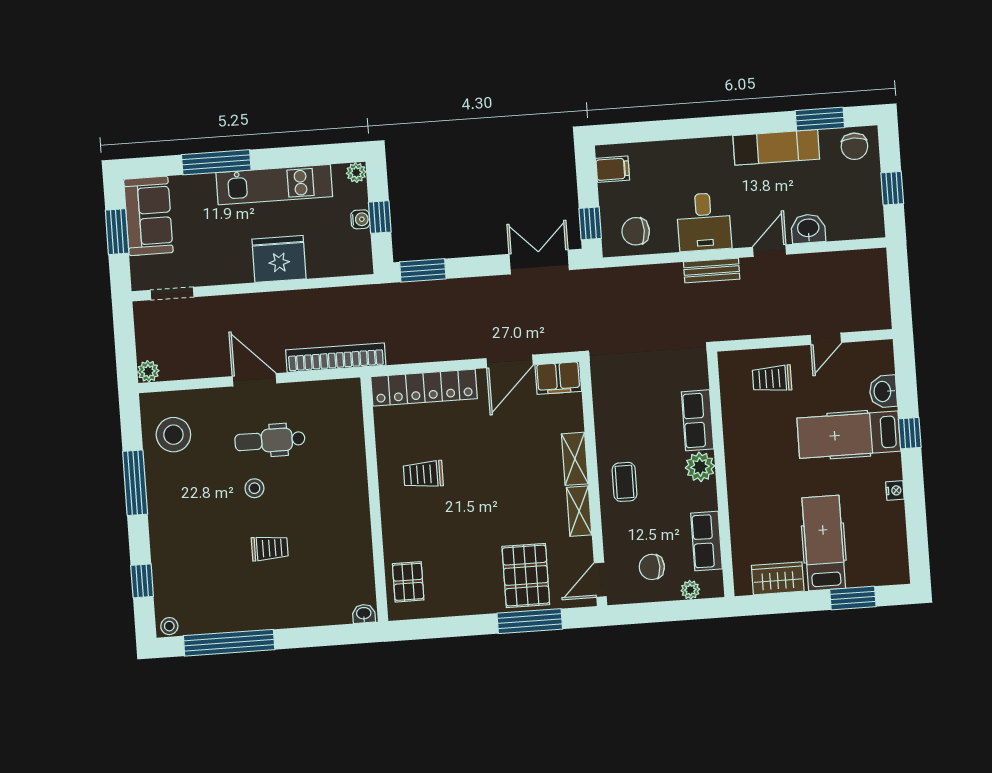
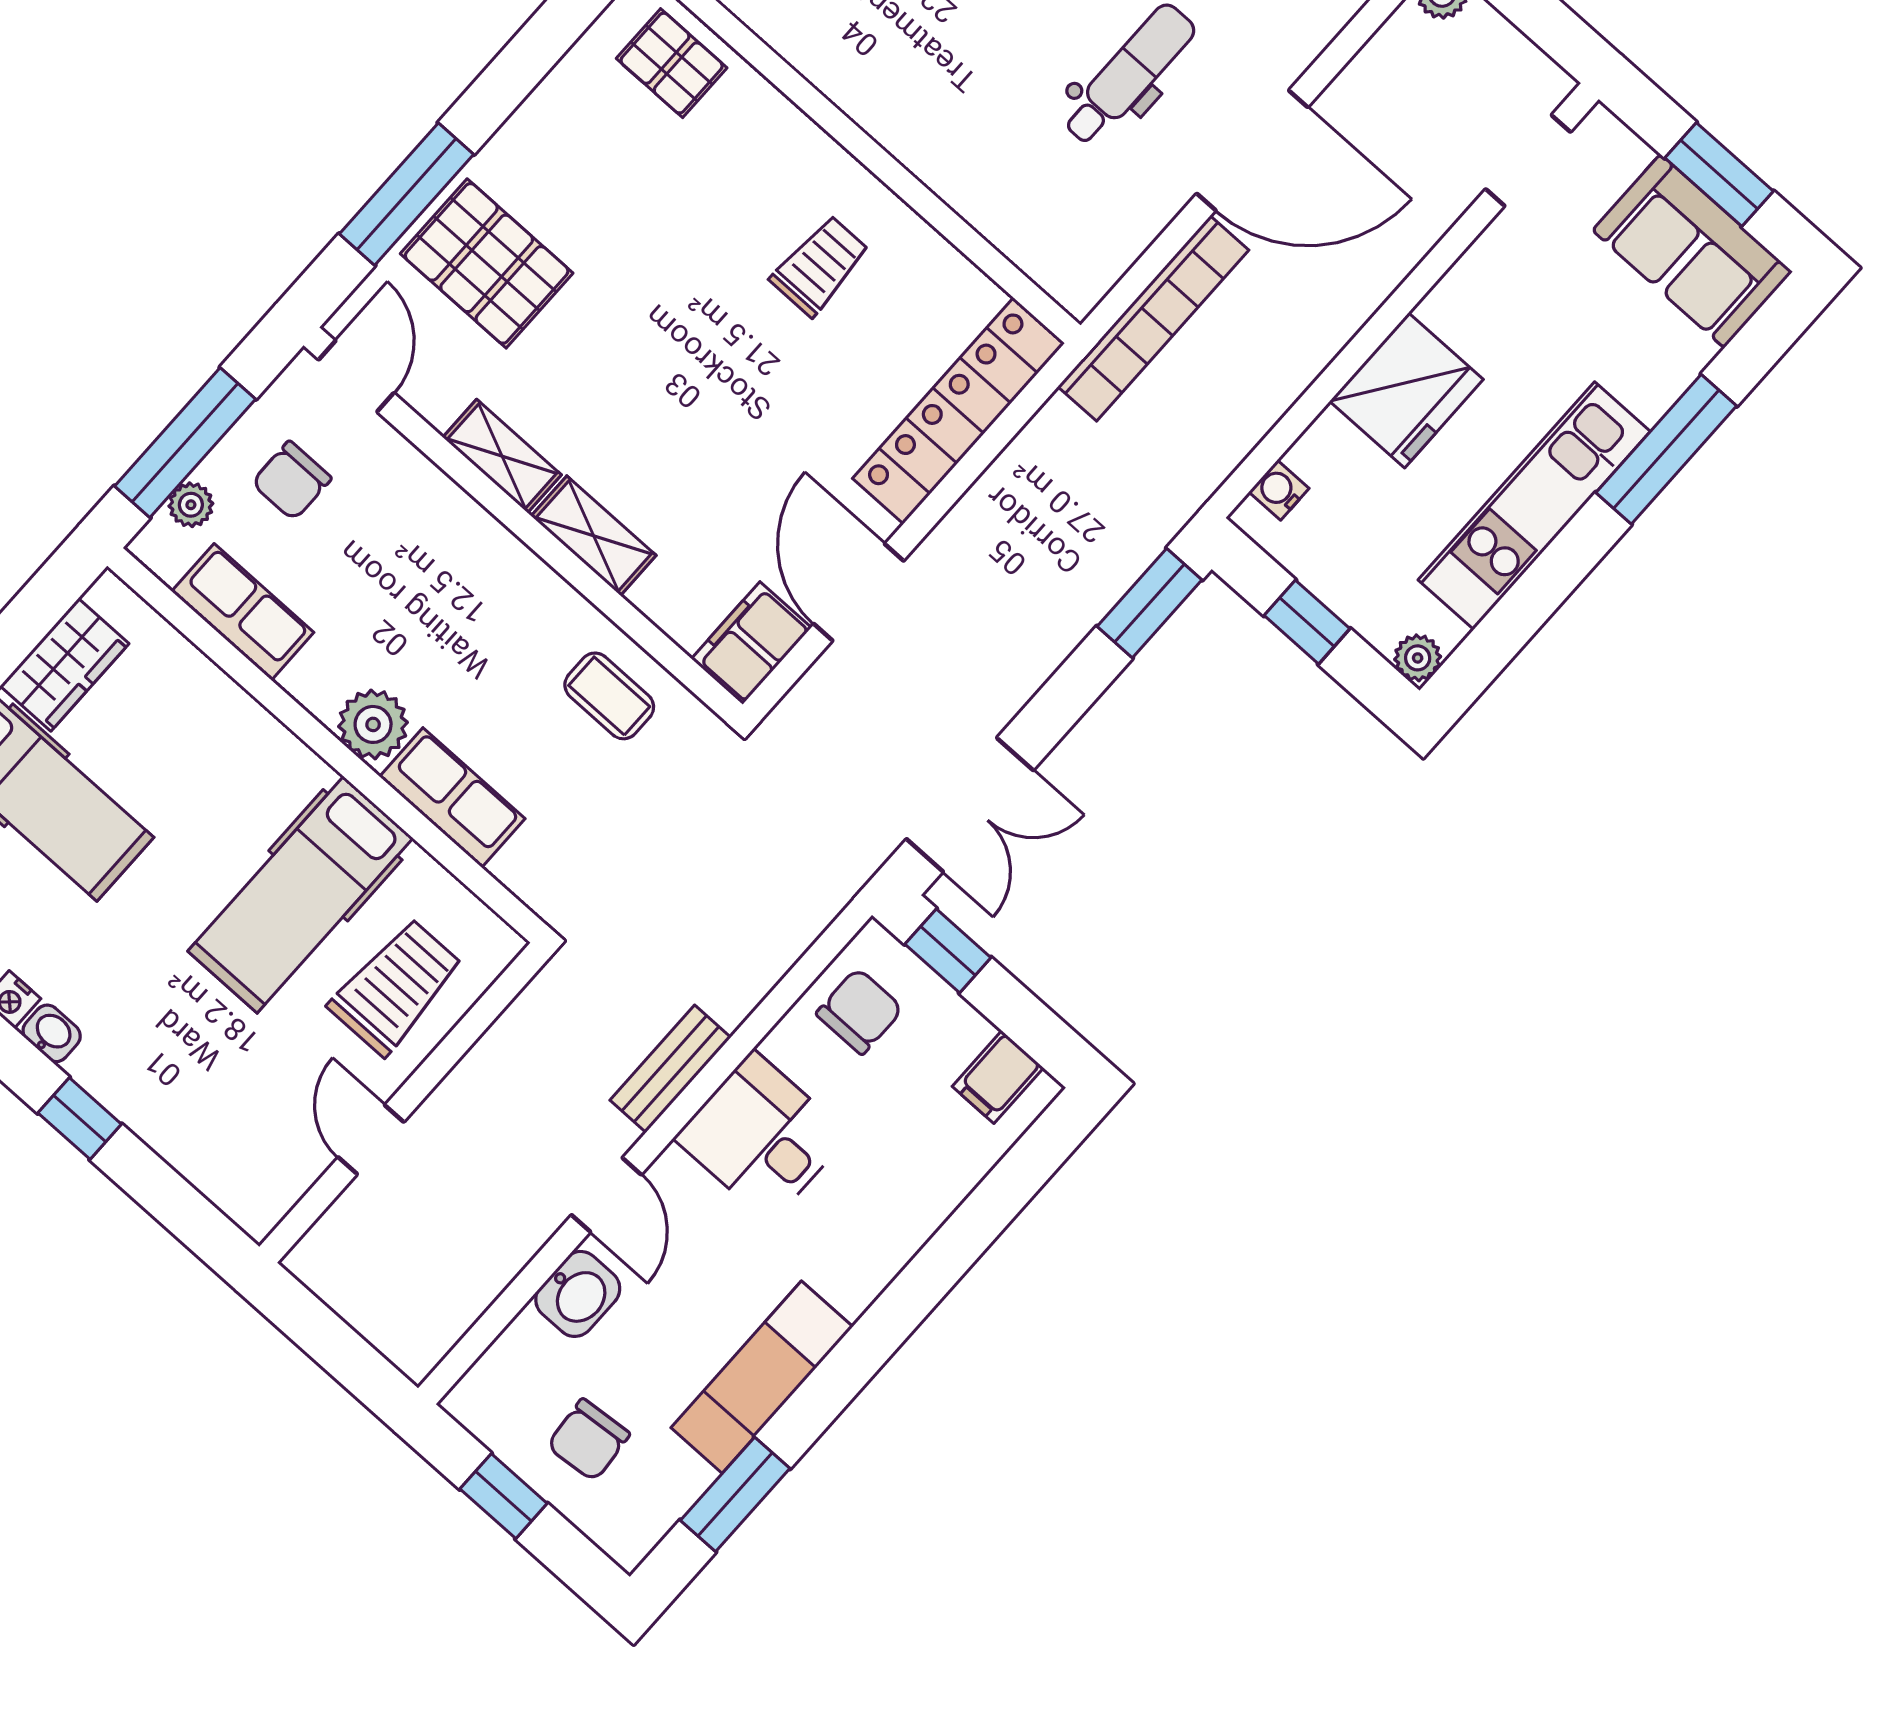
chair: (854, 146) -> (588, 1440), moved, turned -95
water cooler: (360, 219) -> (1279, 490), moved, turned 90
trolley: (772, 379) -> (396, 987), width x1.36, depth x1.39
door: (254, 380) -> (1252, 150), width x1.36
washbasin: (883, 391) -> (52, 1033), moved, width x0.72, depth x0.69
hospital bed: (849, 435) -> (300, 895), moved, turned 180
coffee table: (624, 482) -> (609, 696), moved
chair: (652, 567) -> (292, 481), turned 180
window: (673, 611) -> (185, 443), added

